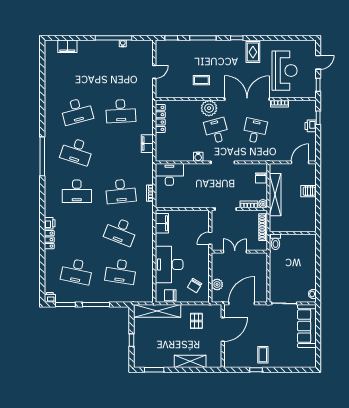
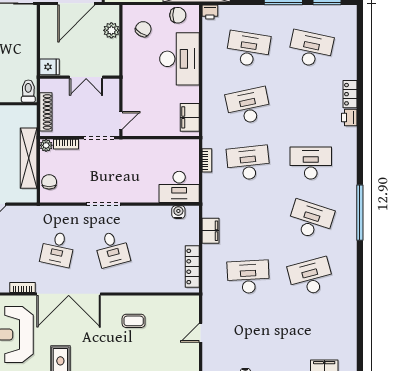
plant: (209, 108) -> (123, 281), removed
water cooler: (198, 157) -> (178, 212), moved
desk: (121, 231) -> (248, 106), turned -33
door: (210, 238) -> (121, 120), moved
fridge: (261, 259) -> (49, 67), added
printer: (50, 297) -> (210, 12), moved

